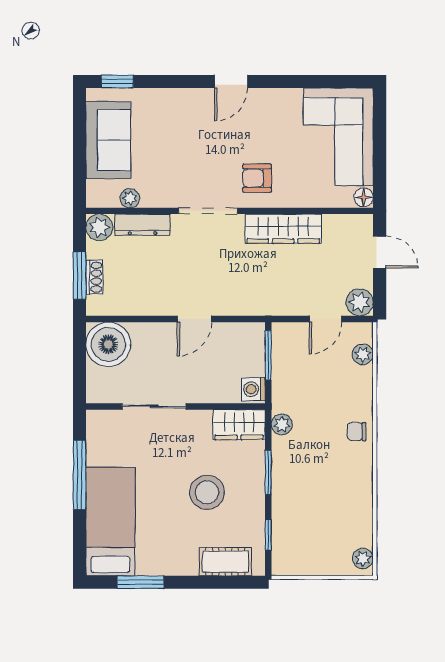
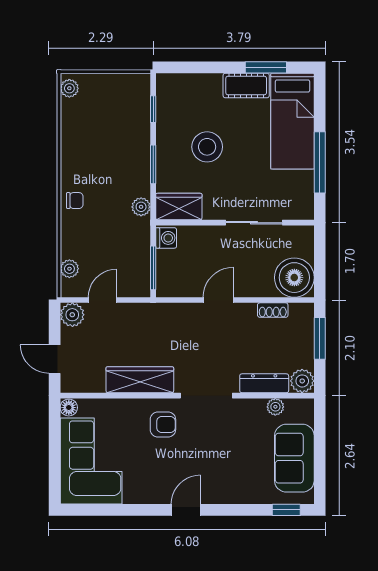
shoe rack: (94, 277) -> (273, 310), moved, turned -90
cot: (225, 562) -> (246, 85), moved

